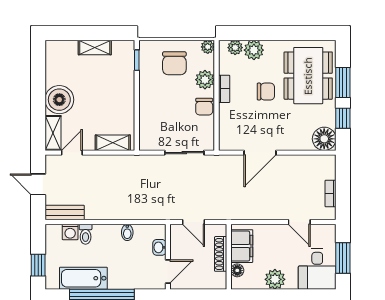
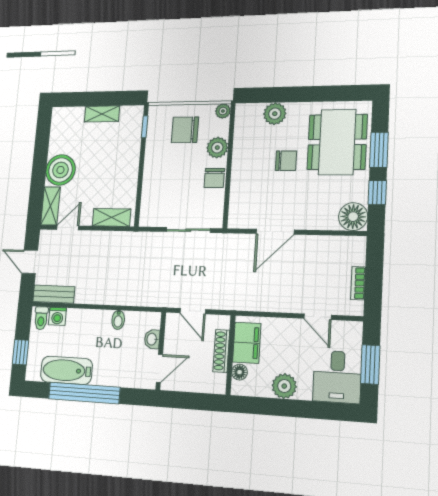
plant: (235, 48) -> (254, 111), removed
chair: (174, 63) -> (185, 130), turned 90
bookcase: (224, 89) -> (238, 158), removed
toilet: (86, 234) -> (41, 318), moved

